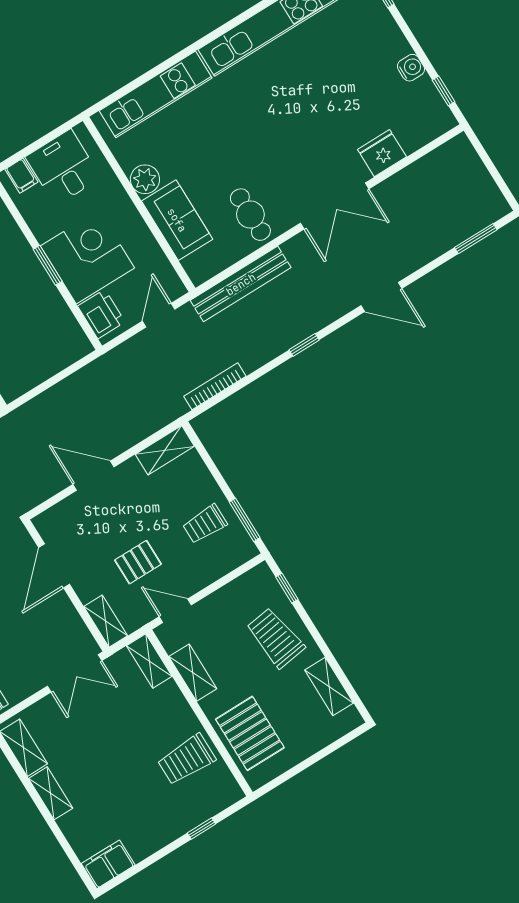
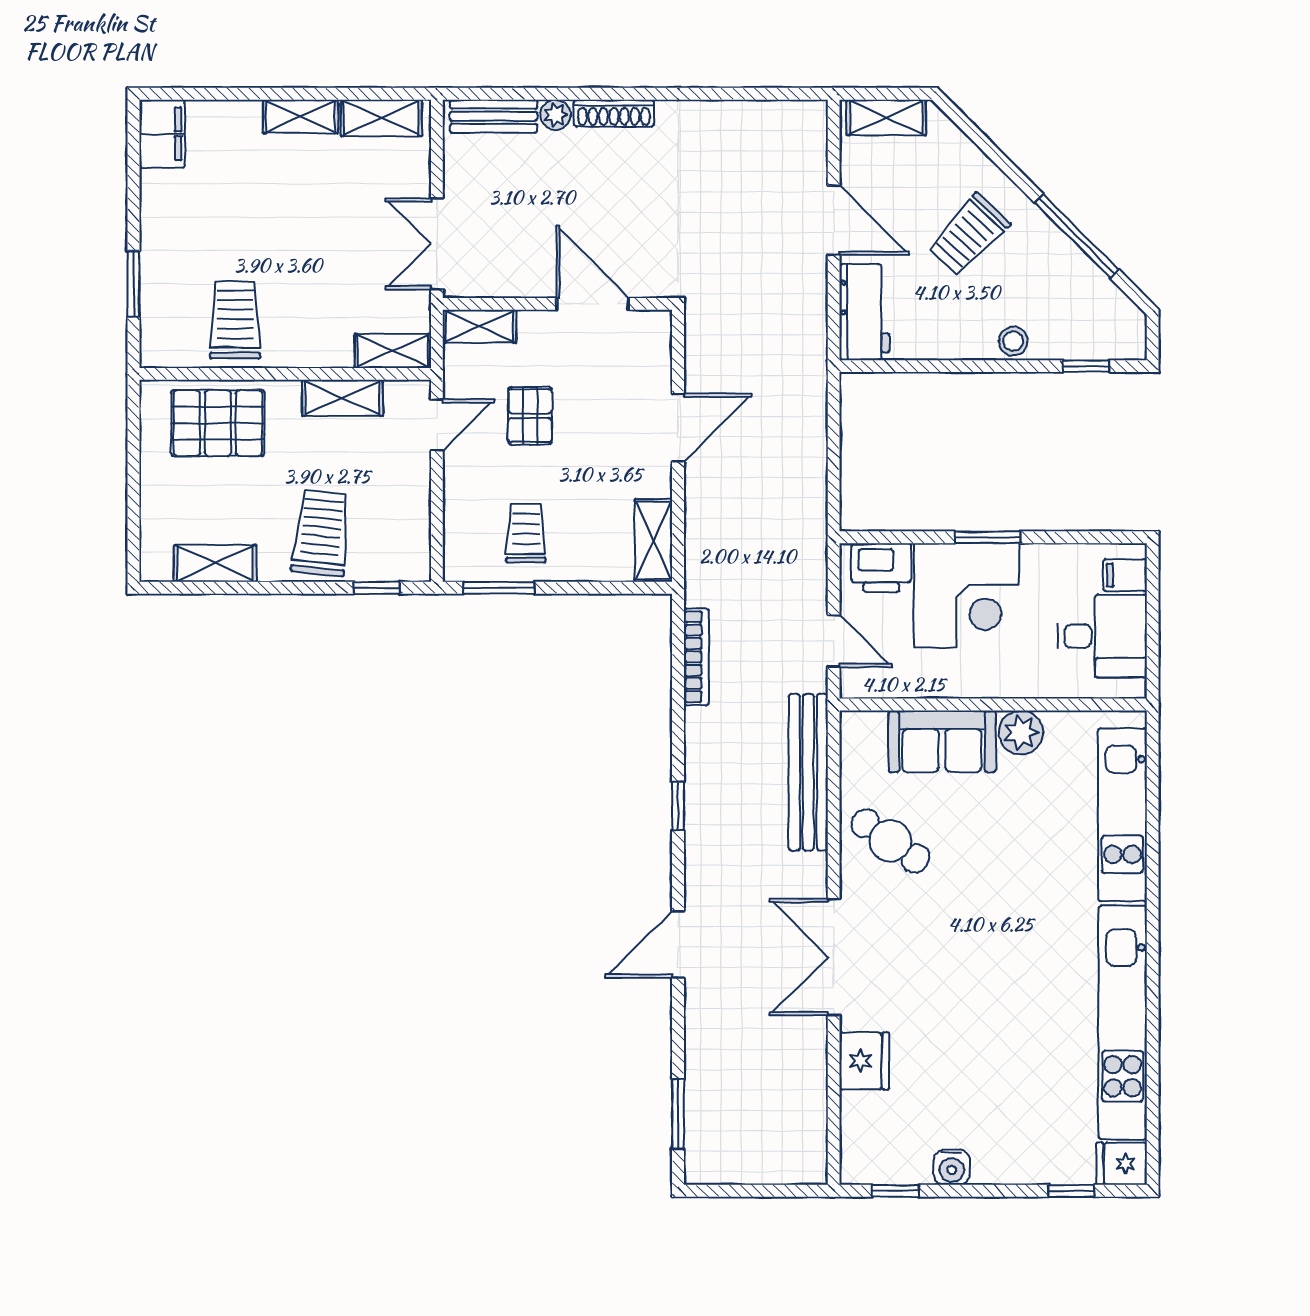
cafe table: (250, 215) -> (890, 841), turned 35
trolley: (275, 638) -> (321, 533), turned -76
window: (201, 829) -> (133, 284), width x1.50

